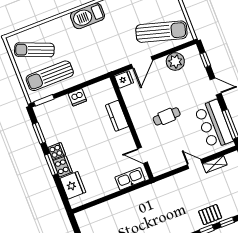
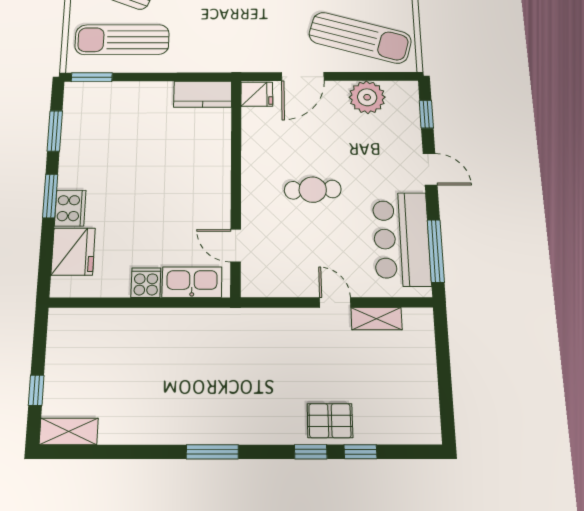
dishwasher: (77, 97) -> (156, 94), removed
kitchen counter: (117, 116) -> (203, 94), moved, turned -90
cooker: (57, 151) -> (146, 283), moved, turned -90

